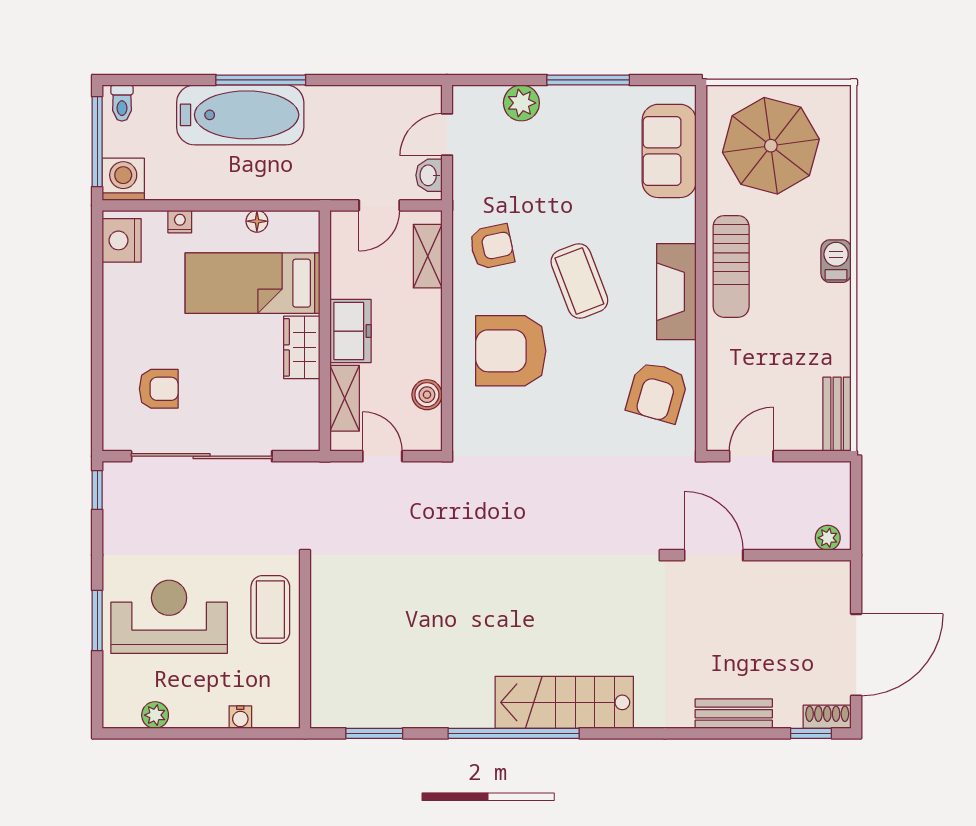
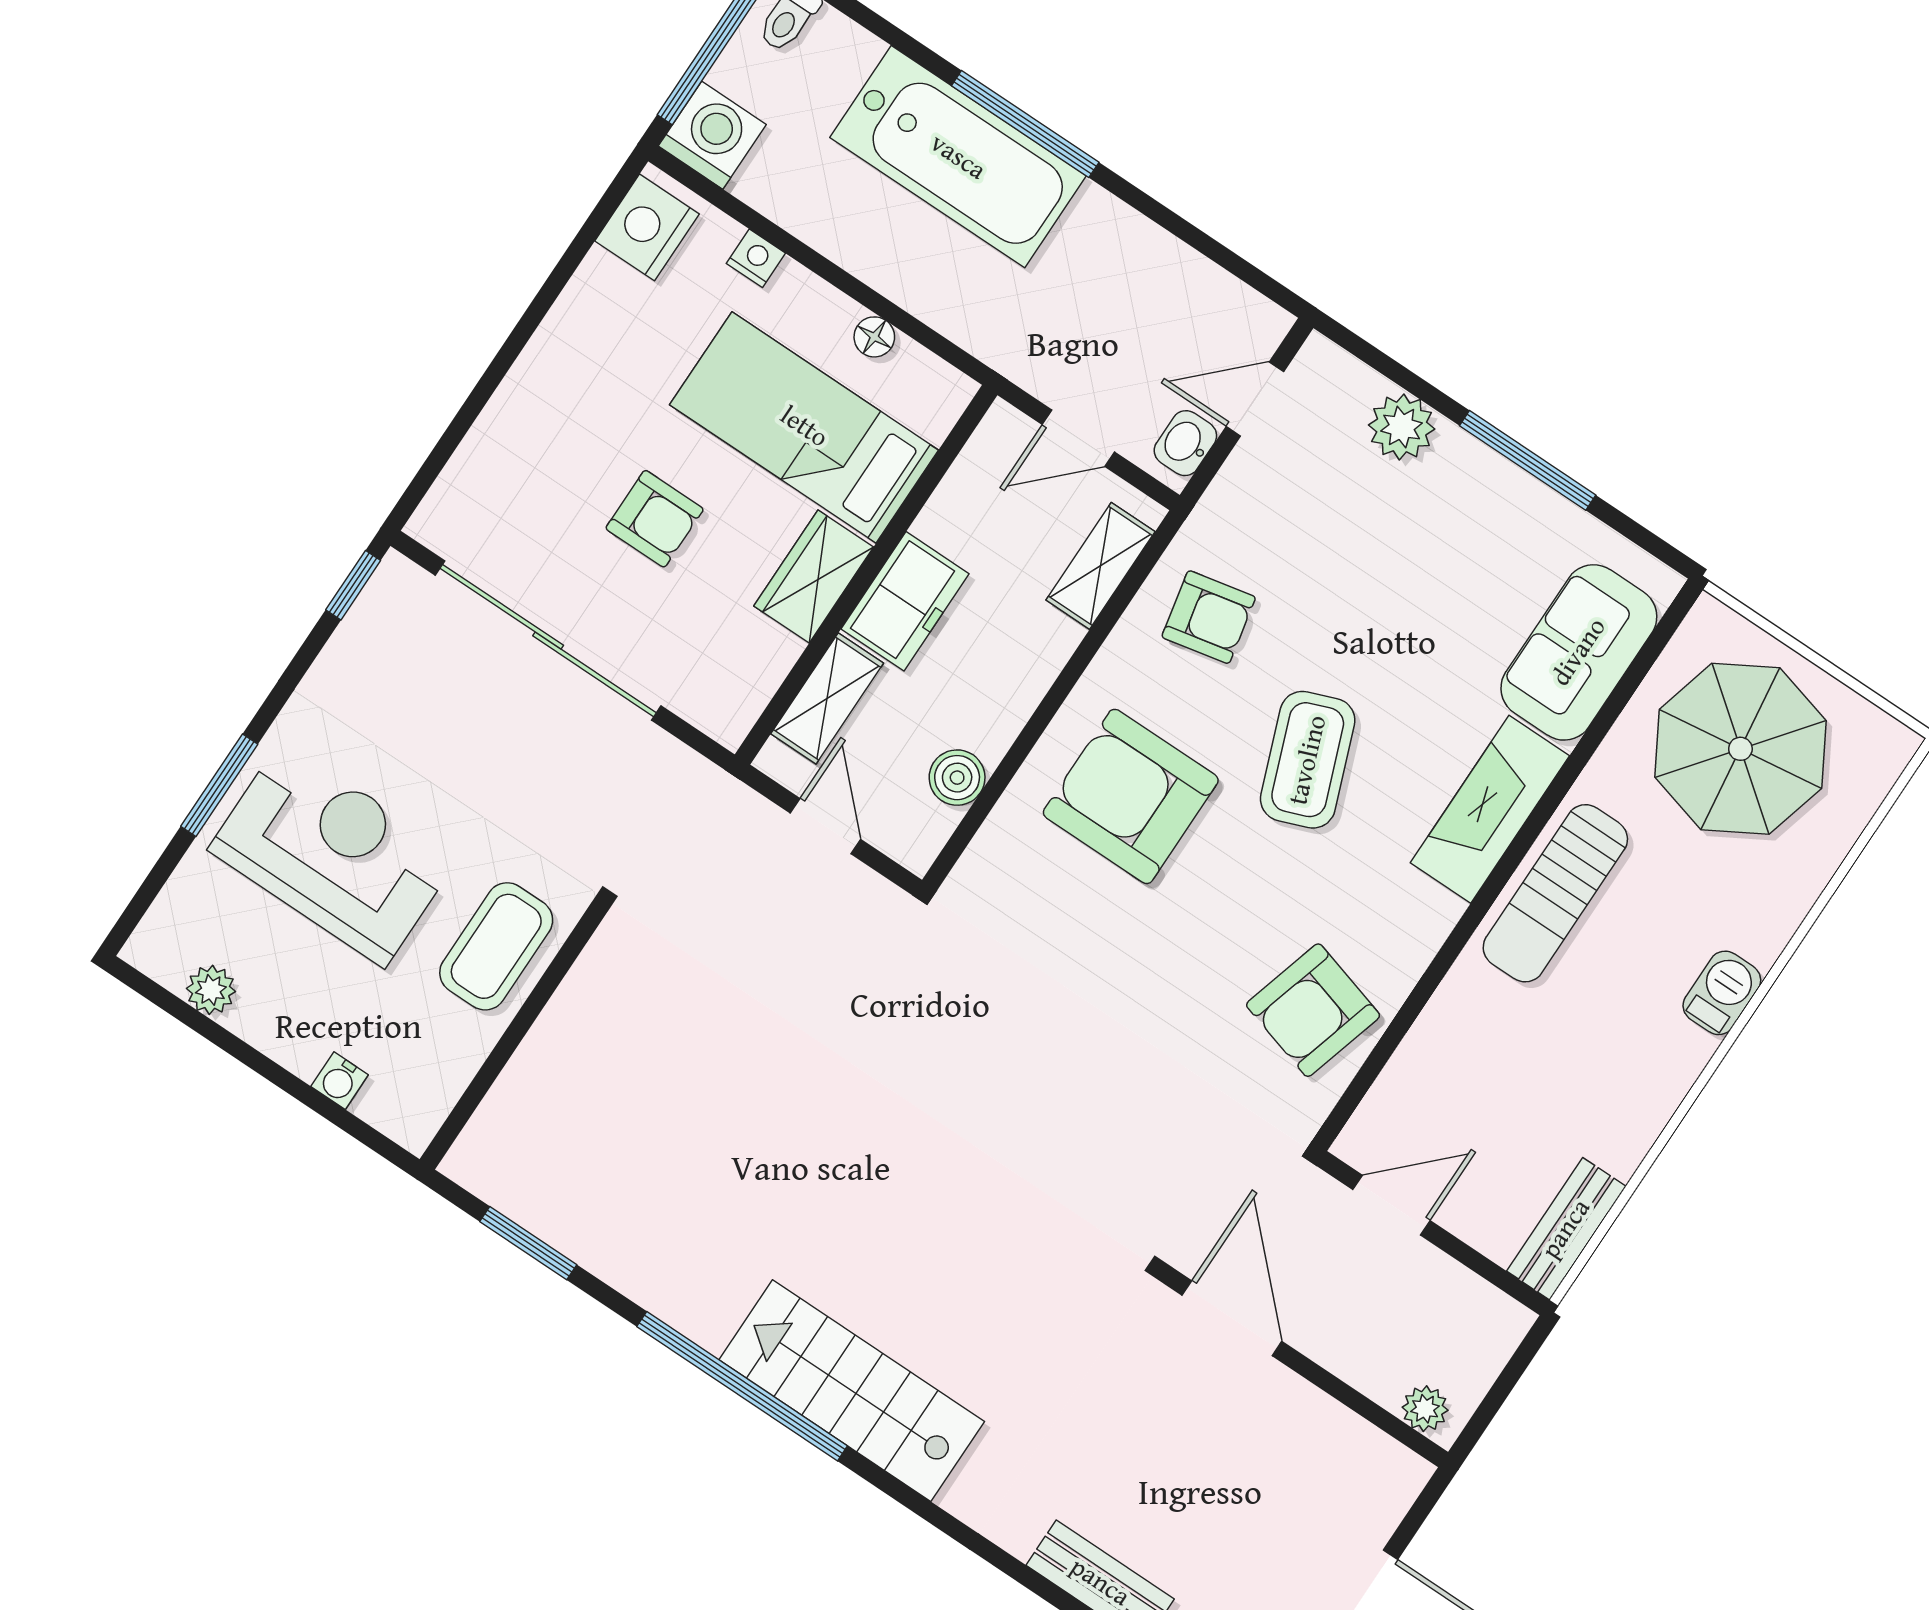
fireplace: (676, 292) -> (1490, 809), moved
armchair: (159, 389) -> (655, 519), moved

